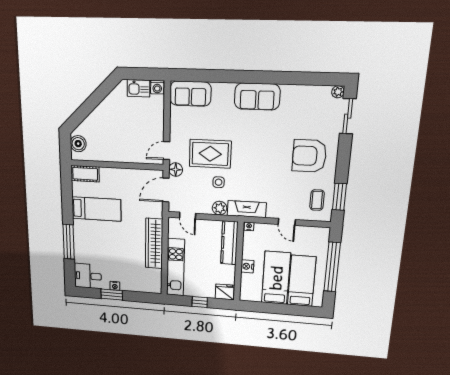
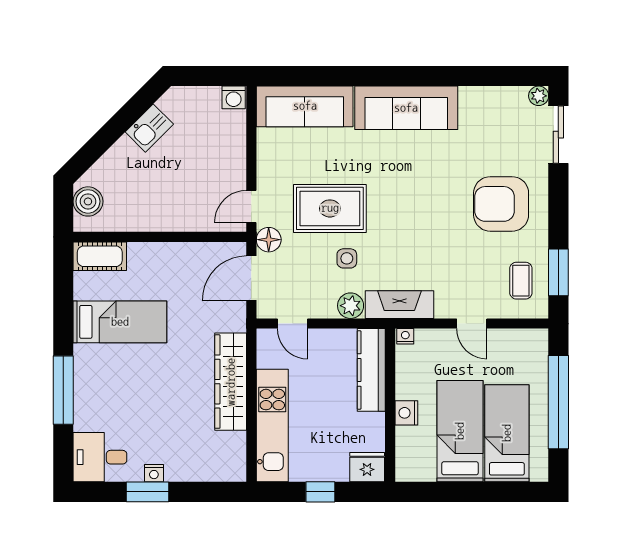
kitchen sink: (138, 88) -> (149, 128), moved, turned -45
sofa: (190, 94) -> (305, 106), width x1.36
sofa: (257, 97) -> (406, 108), width x1.36

